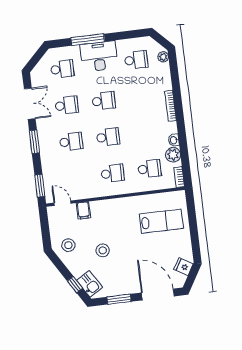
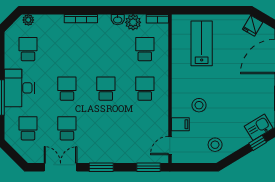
school desk: (71, 142) -> (106, 128), removed
stool: (103, 250) -> (199, 105), moved

